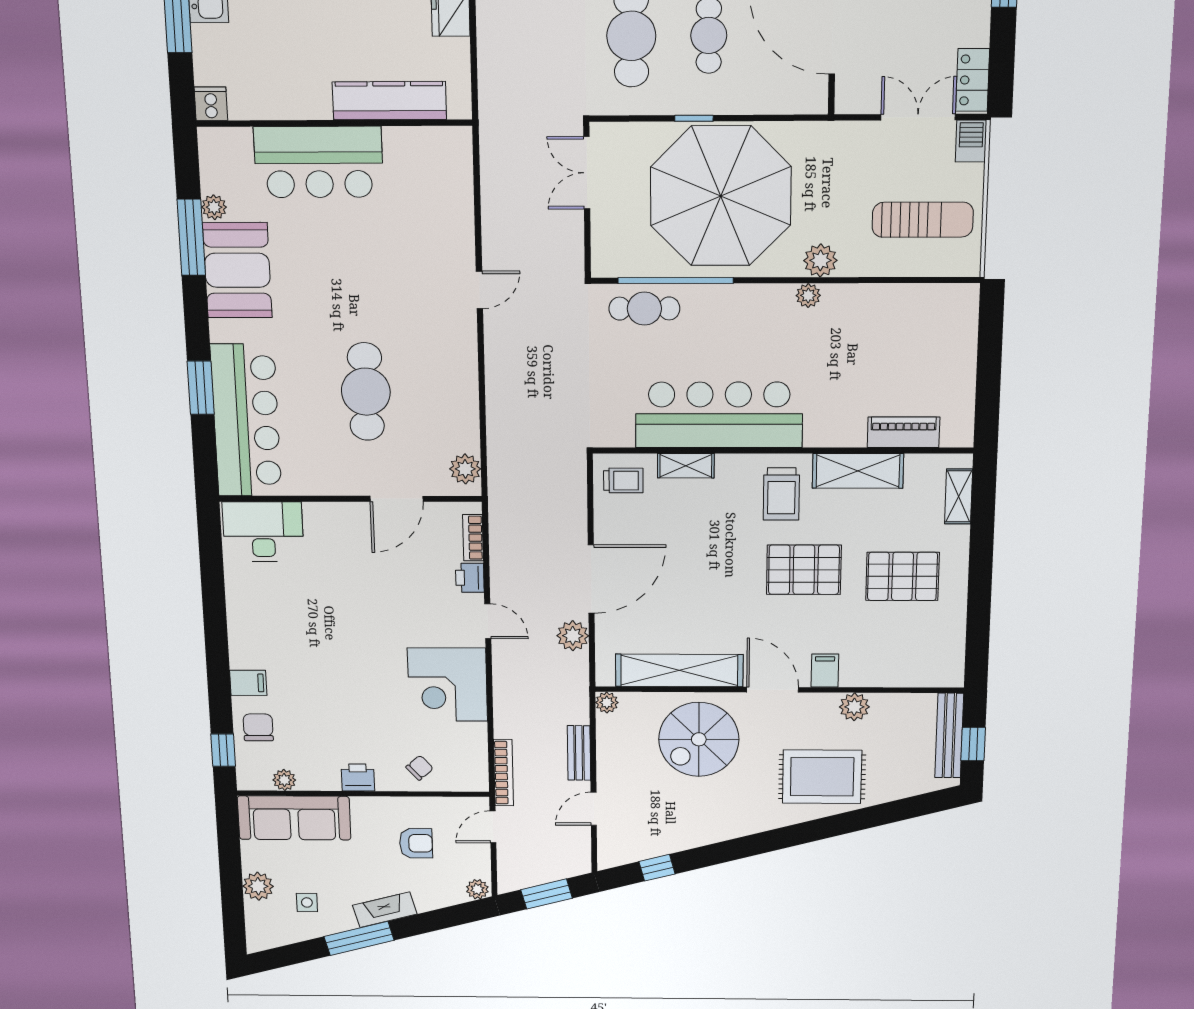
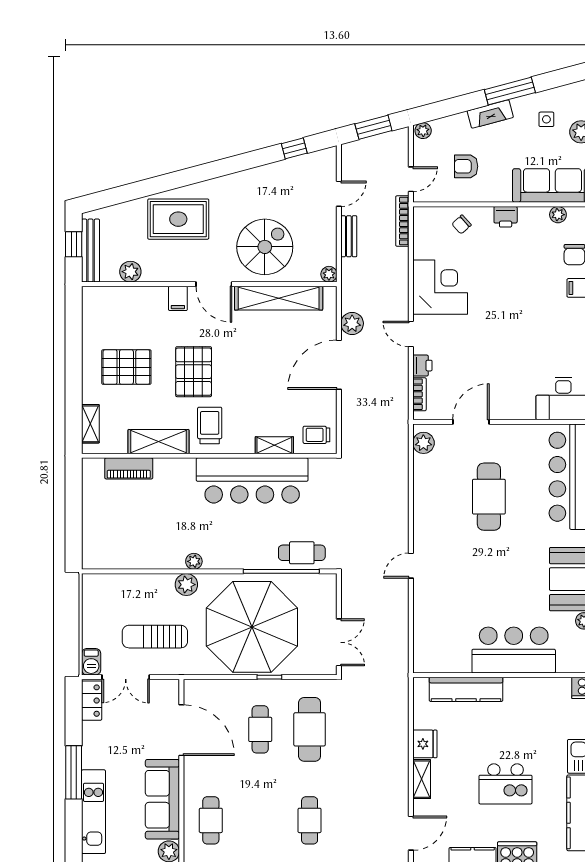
sun lounger: (923, 220) -> (155, 637), moved
pallet: (804, 570) -> (194, 372), turned 90
plant: (854, 707) -> (130, 272), moved

